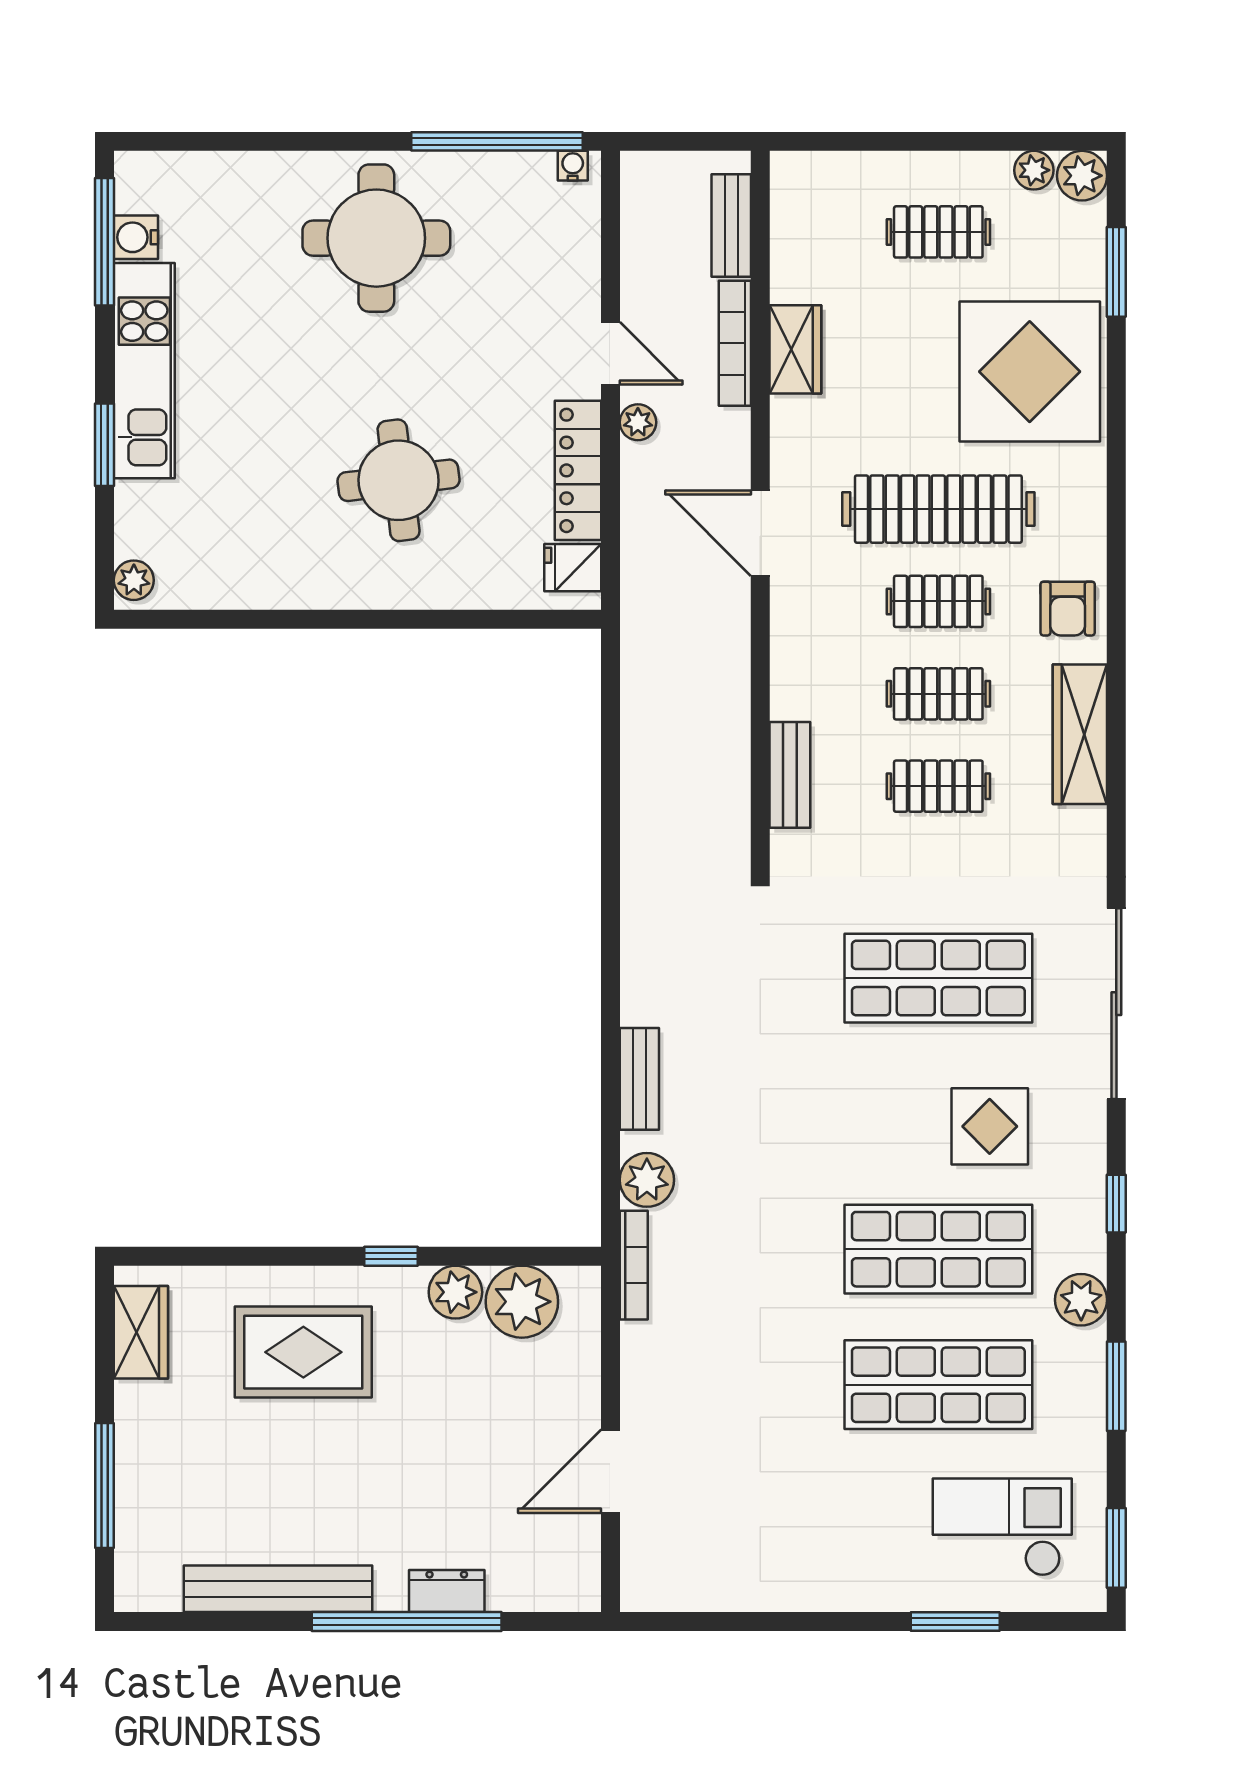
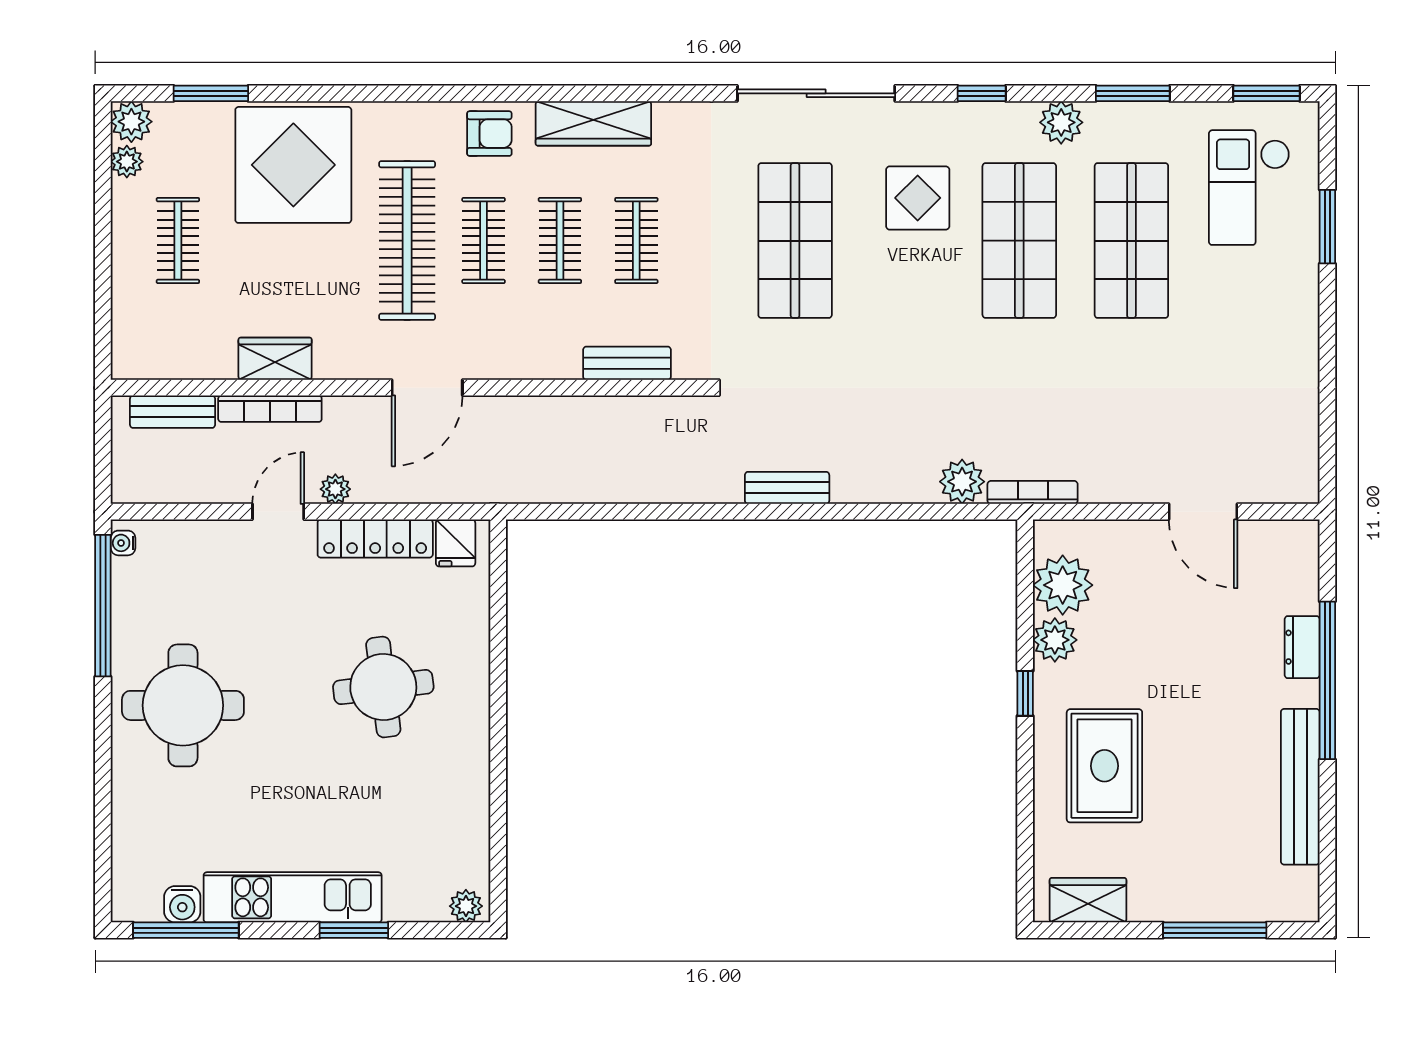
bench: (639, 1079) -> (787, 488), moved

